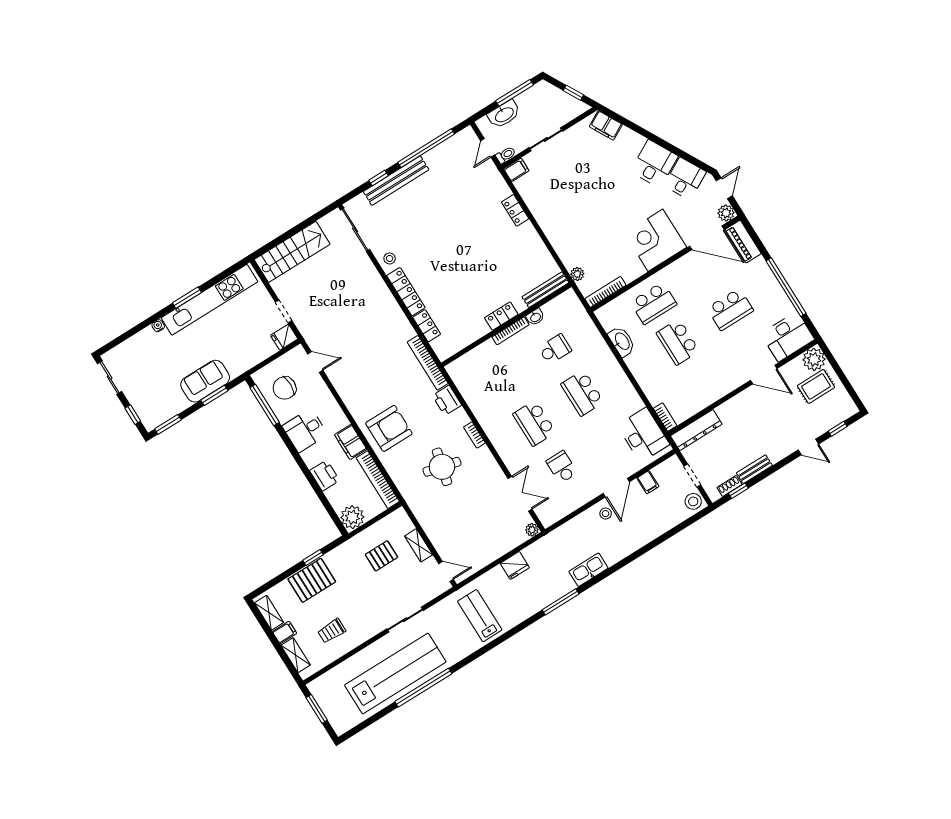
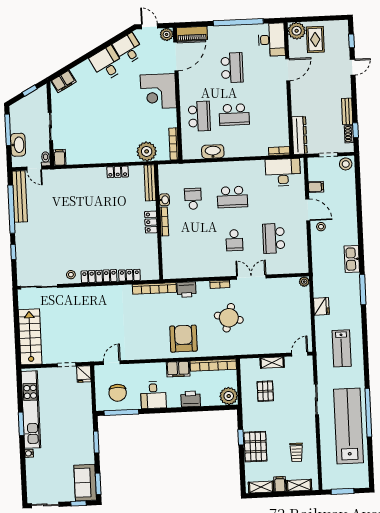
bench: (396, 181) -> (20, 196), moved
locker: (515, 210) -> (118, 172), moved
plant: (577, 274) -> (147, 151), width x1.87, depth x1.87
sofa: (205, 381) -> (85, 483), moved
school desk: (534, 423) -> (234, 240), width x0.54
school desk: (562, 467) -> (274, 238), width x1.85
double door: (520, 494) -> (251, 277), moved
lab bench: (480, 616) -> (342, 348), turned -90

